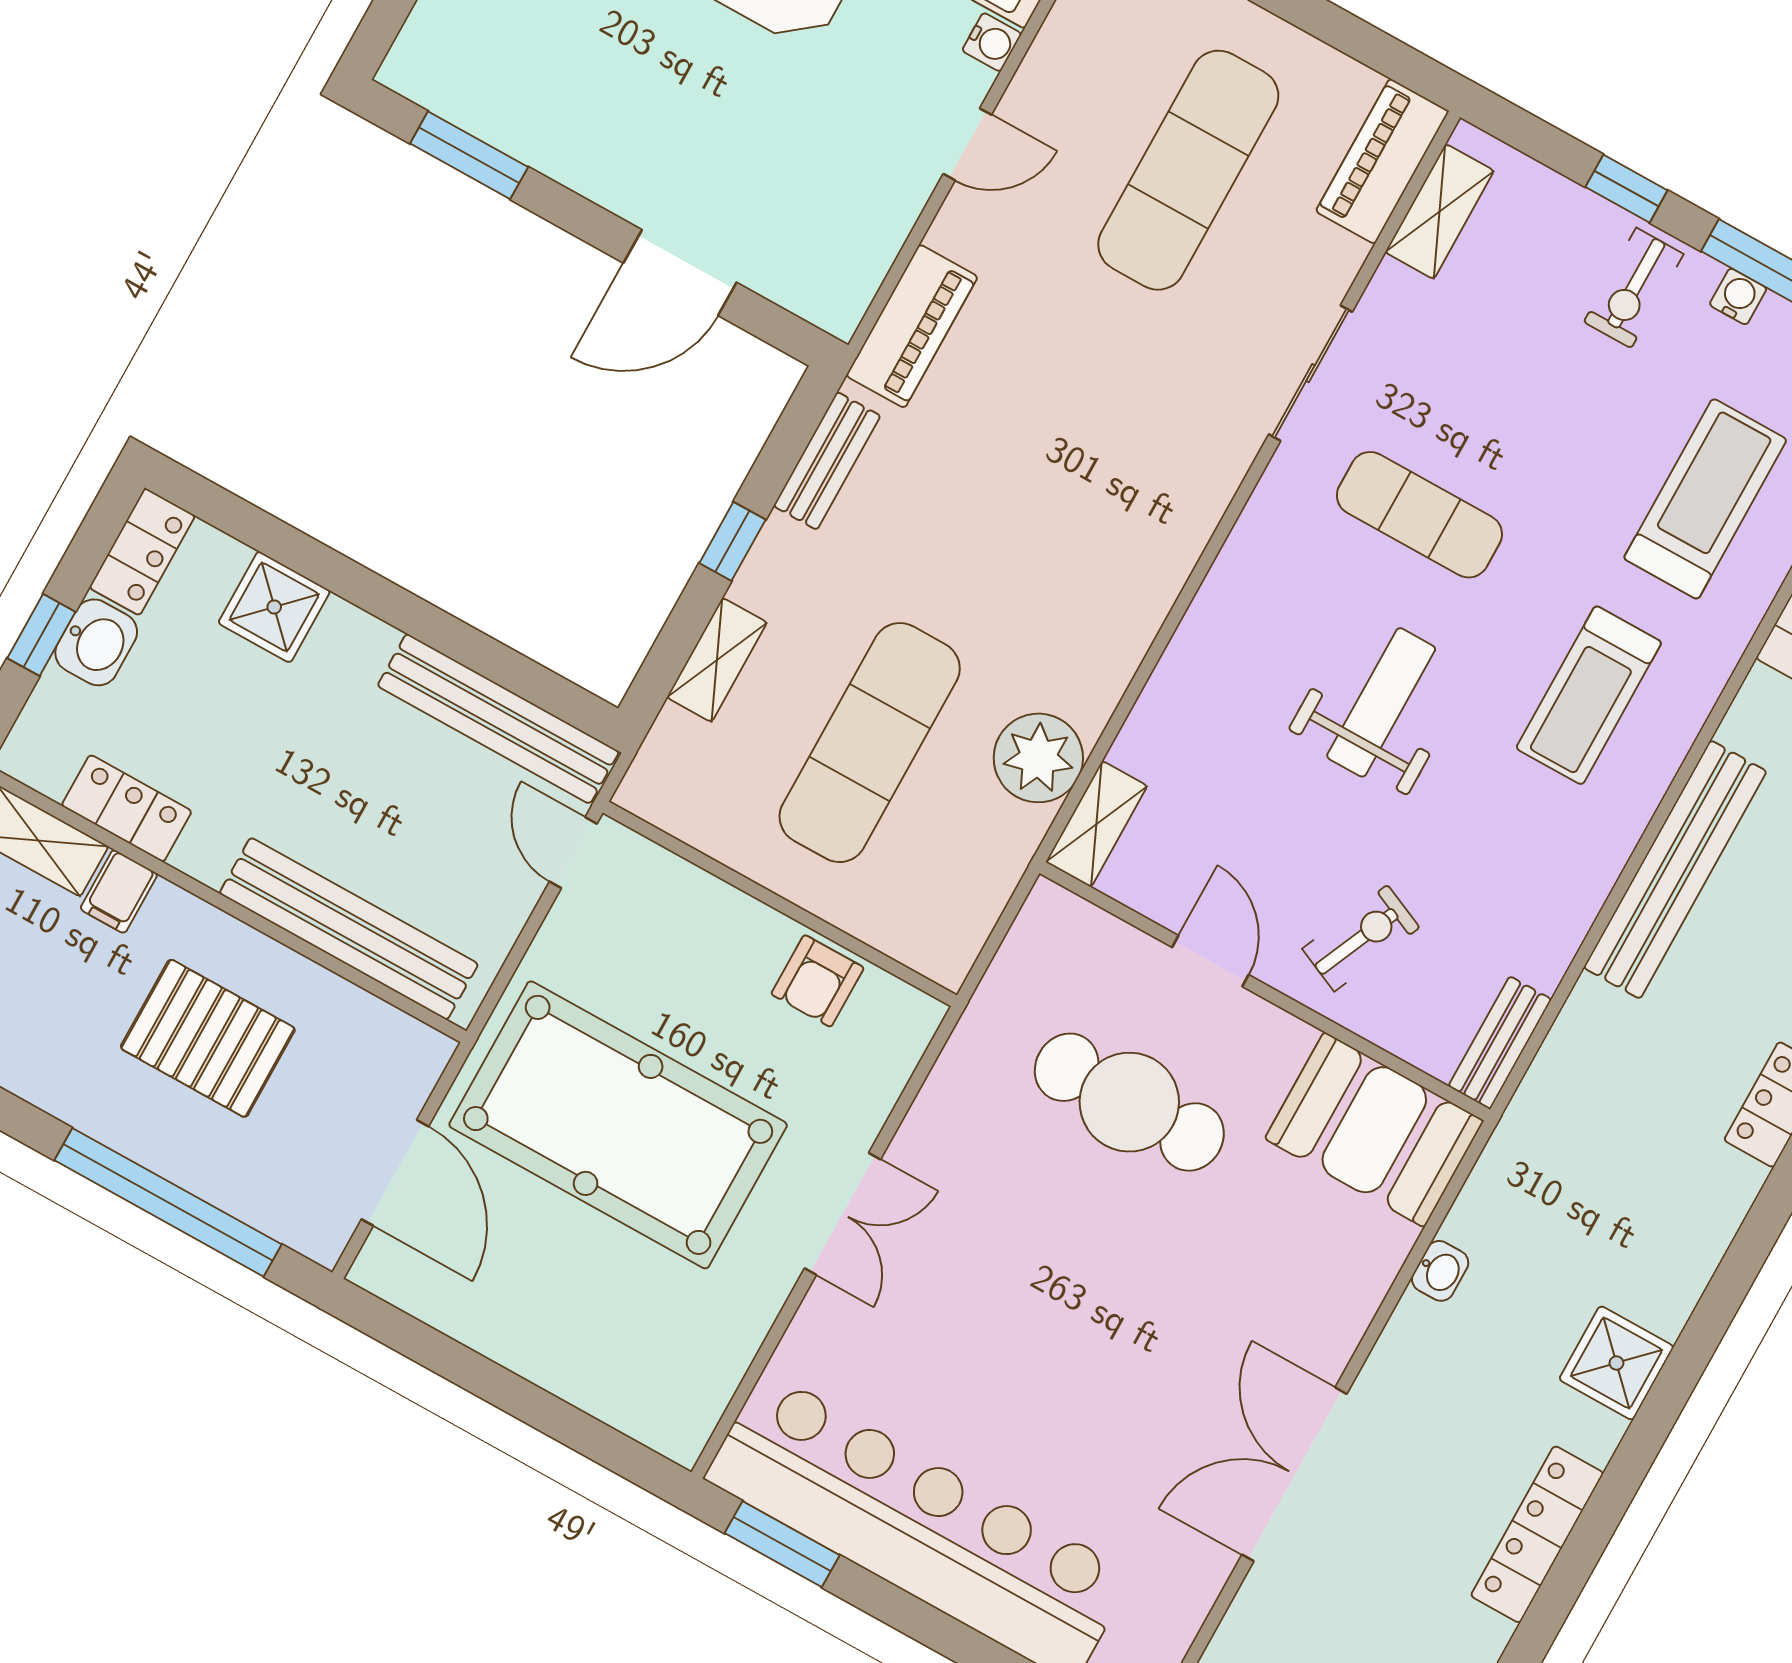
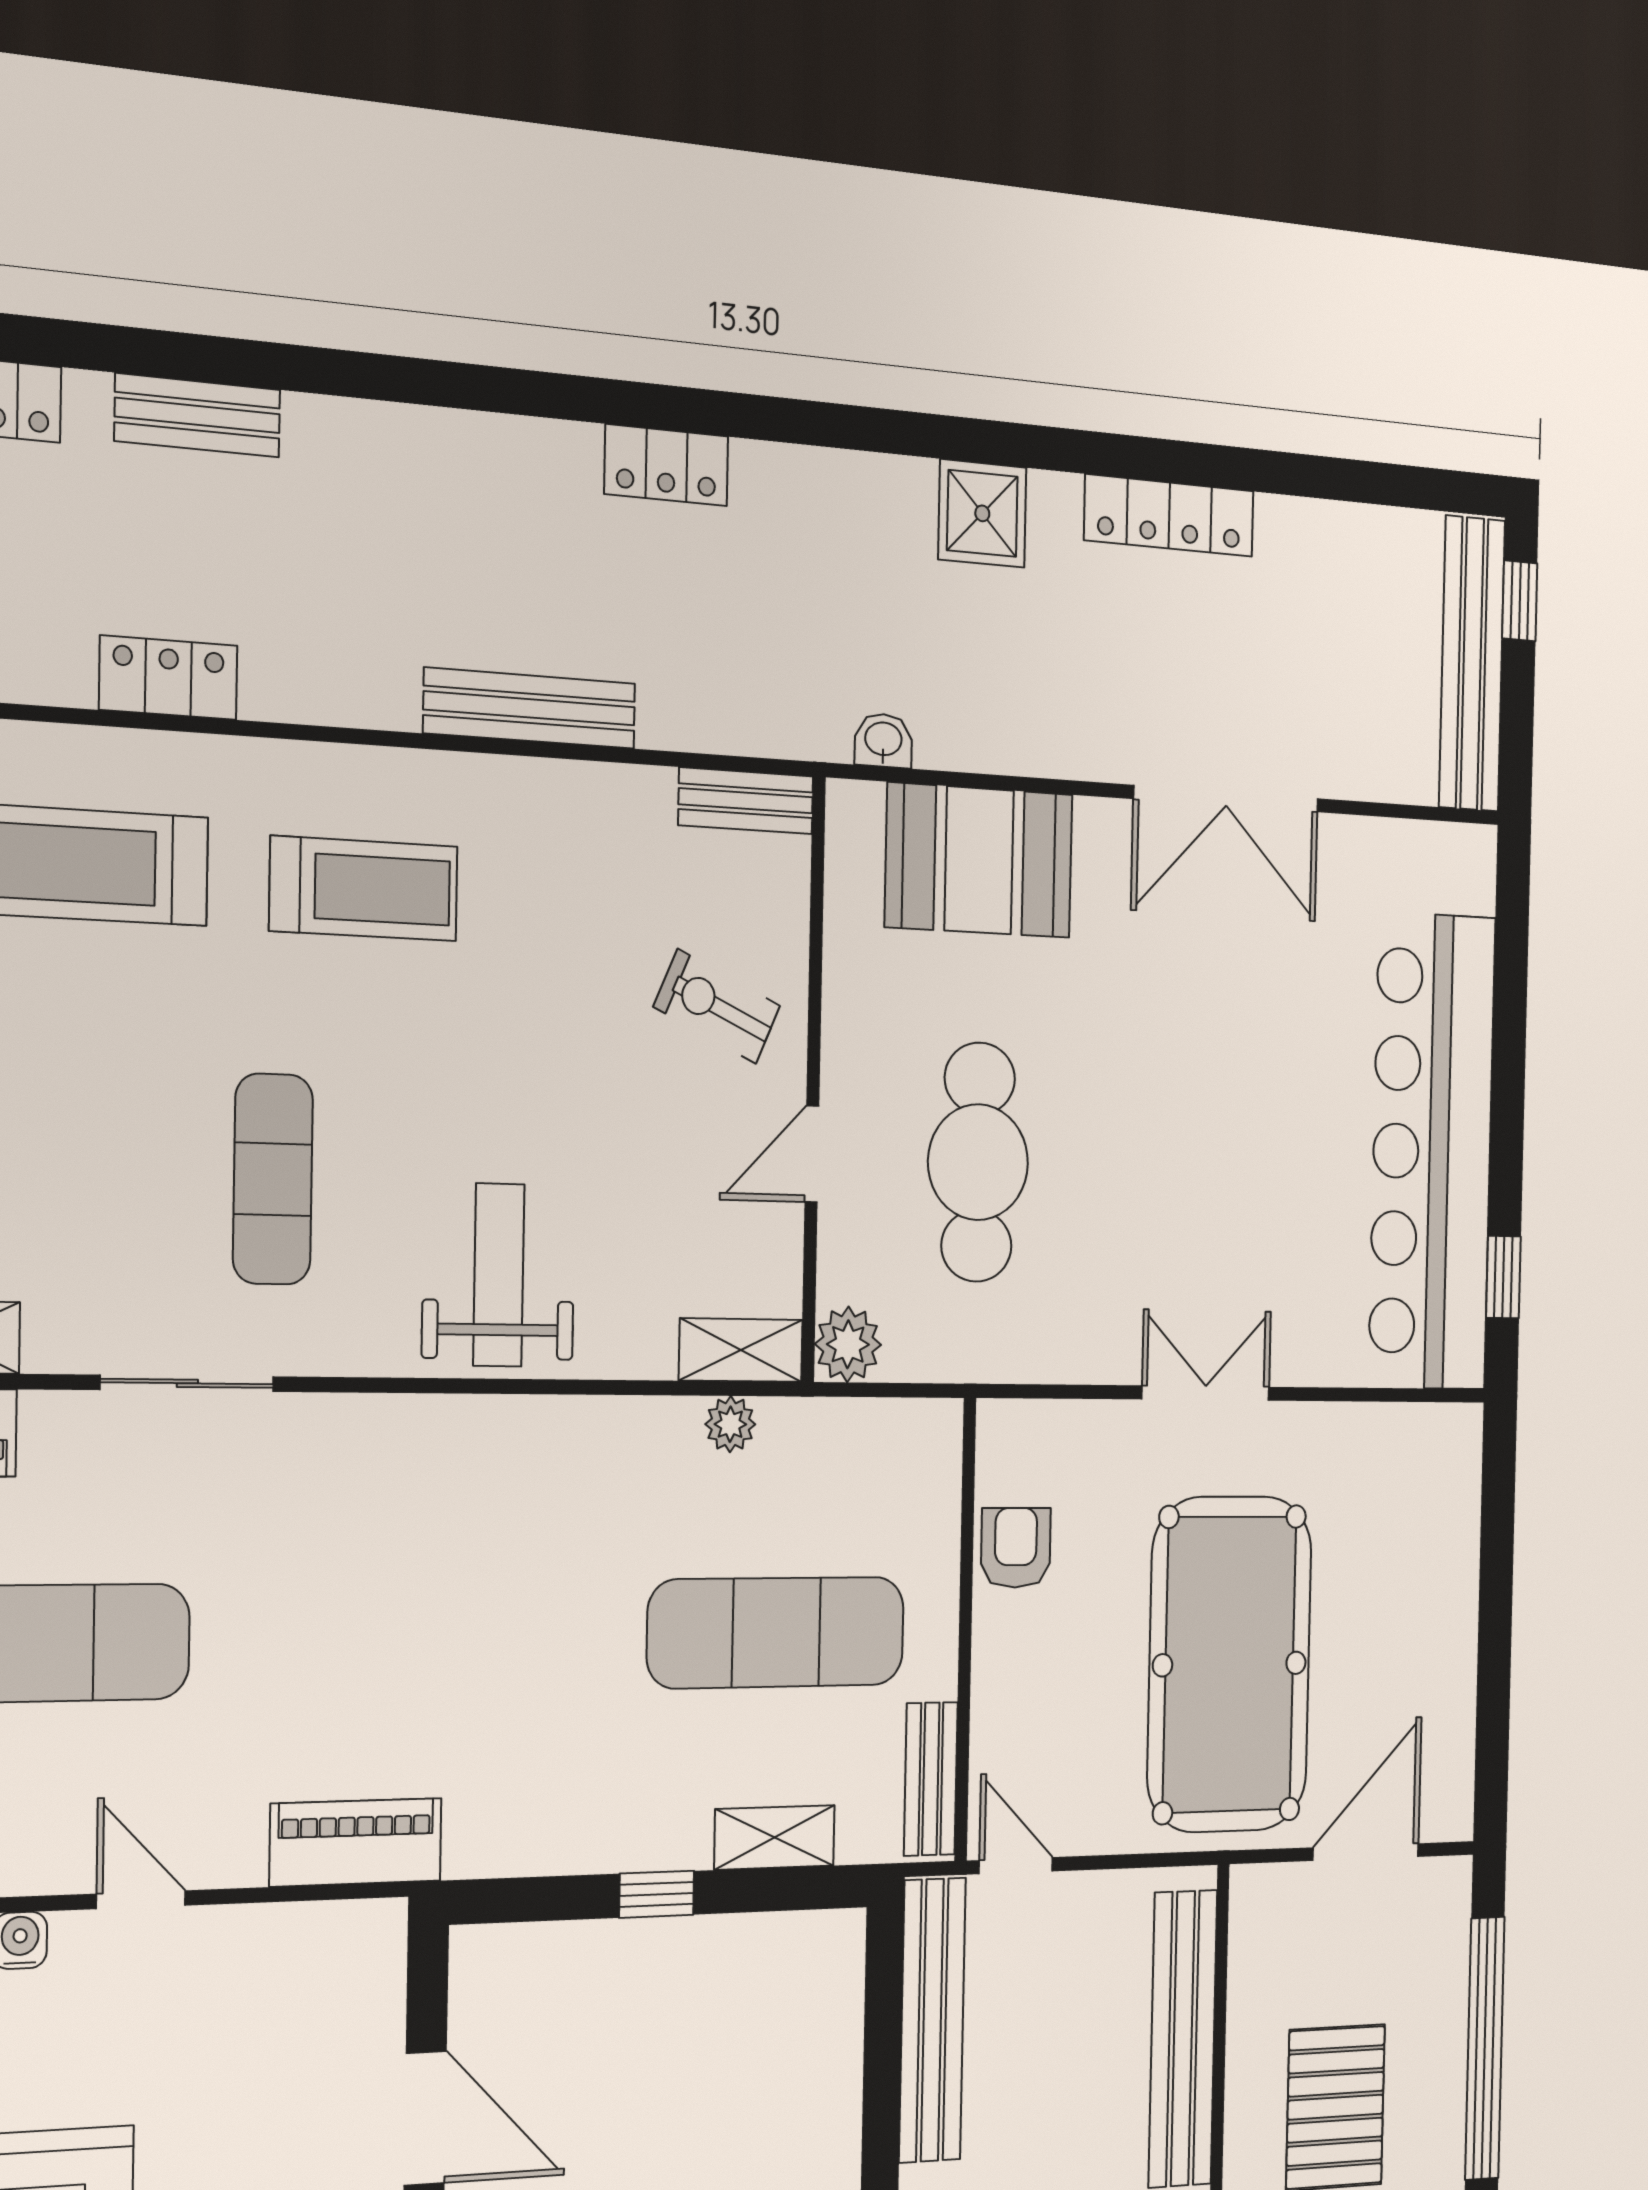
bench: (827, 461) -> (931, 1779), moved, turned 90
weight bench: (1381, 702) -> (499, 1275), moved, turned 90
plant: (1038, 758) -> (730, 1424), width x0.53, depth x0.53
door: (573, 853) -> (1016, 1866), swing flipped
bench: (1675, 870) -> (530, 708), width x0.73, depth x0.82
plant: (1052, 917) -> (848, 1344), added
armchair: (818, 981) -> (1016, 1548), turned -90
booth: (1374, 1130) -> (979, 860), moved, turned 90
washbasin: (1440, 1271) -> (883, 740), moved
window: (782, 1544) -> (1503, 1277), width x0.67

